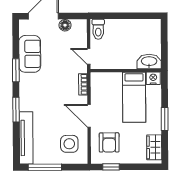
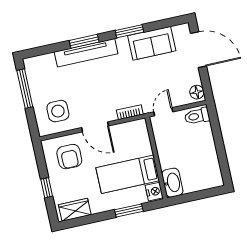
floor lamp: (65, 25) -> (197, 92), moved
door: (89, 116) -> (95, 127), swing flipped
window: (165, 119) -> (129, 211), moved
tv unit: (26, 138) -> (86, 53), moved
armchair: (109, 142) -> (69, 157), turned -90
window: (111, 167) -> (47, 188), moved

